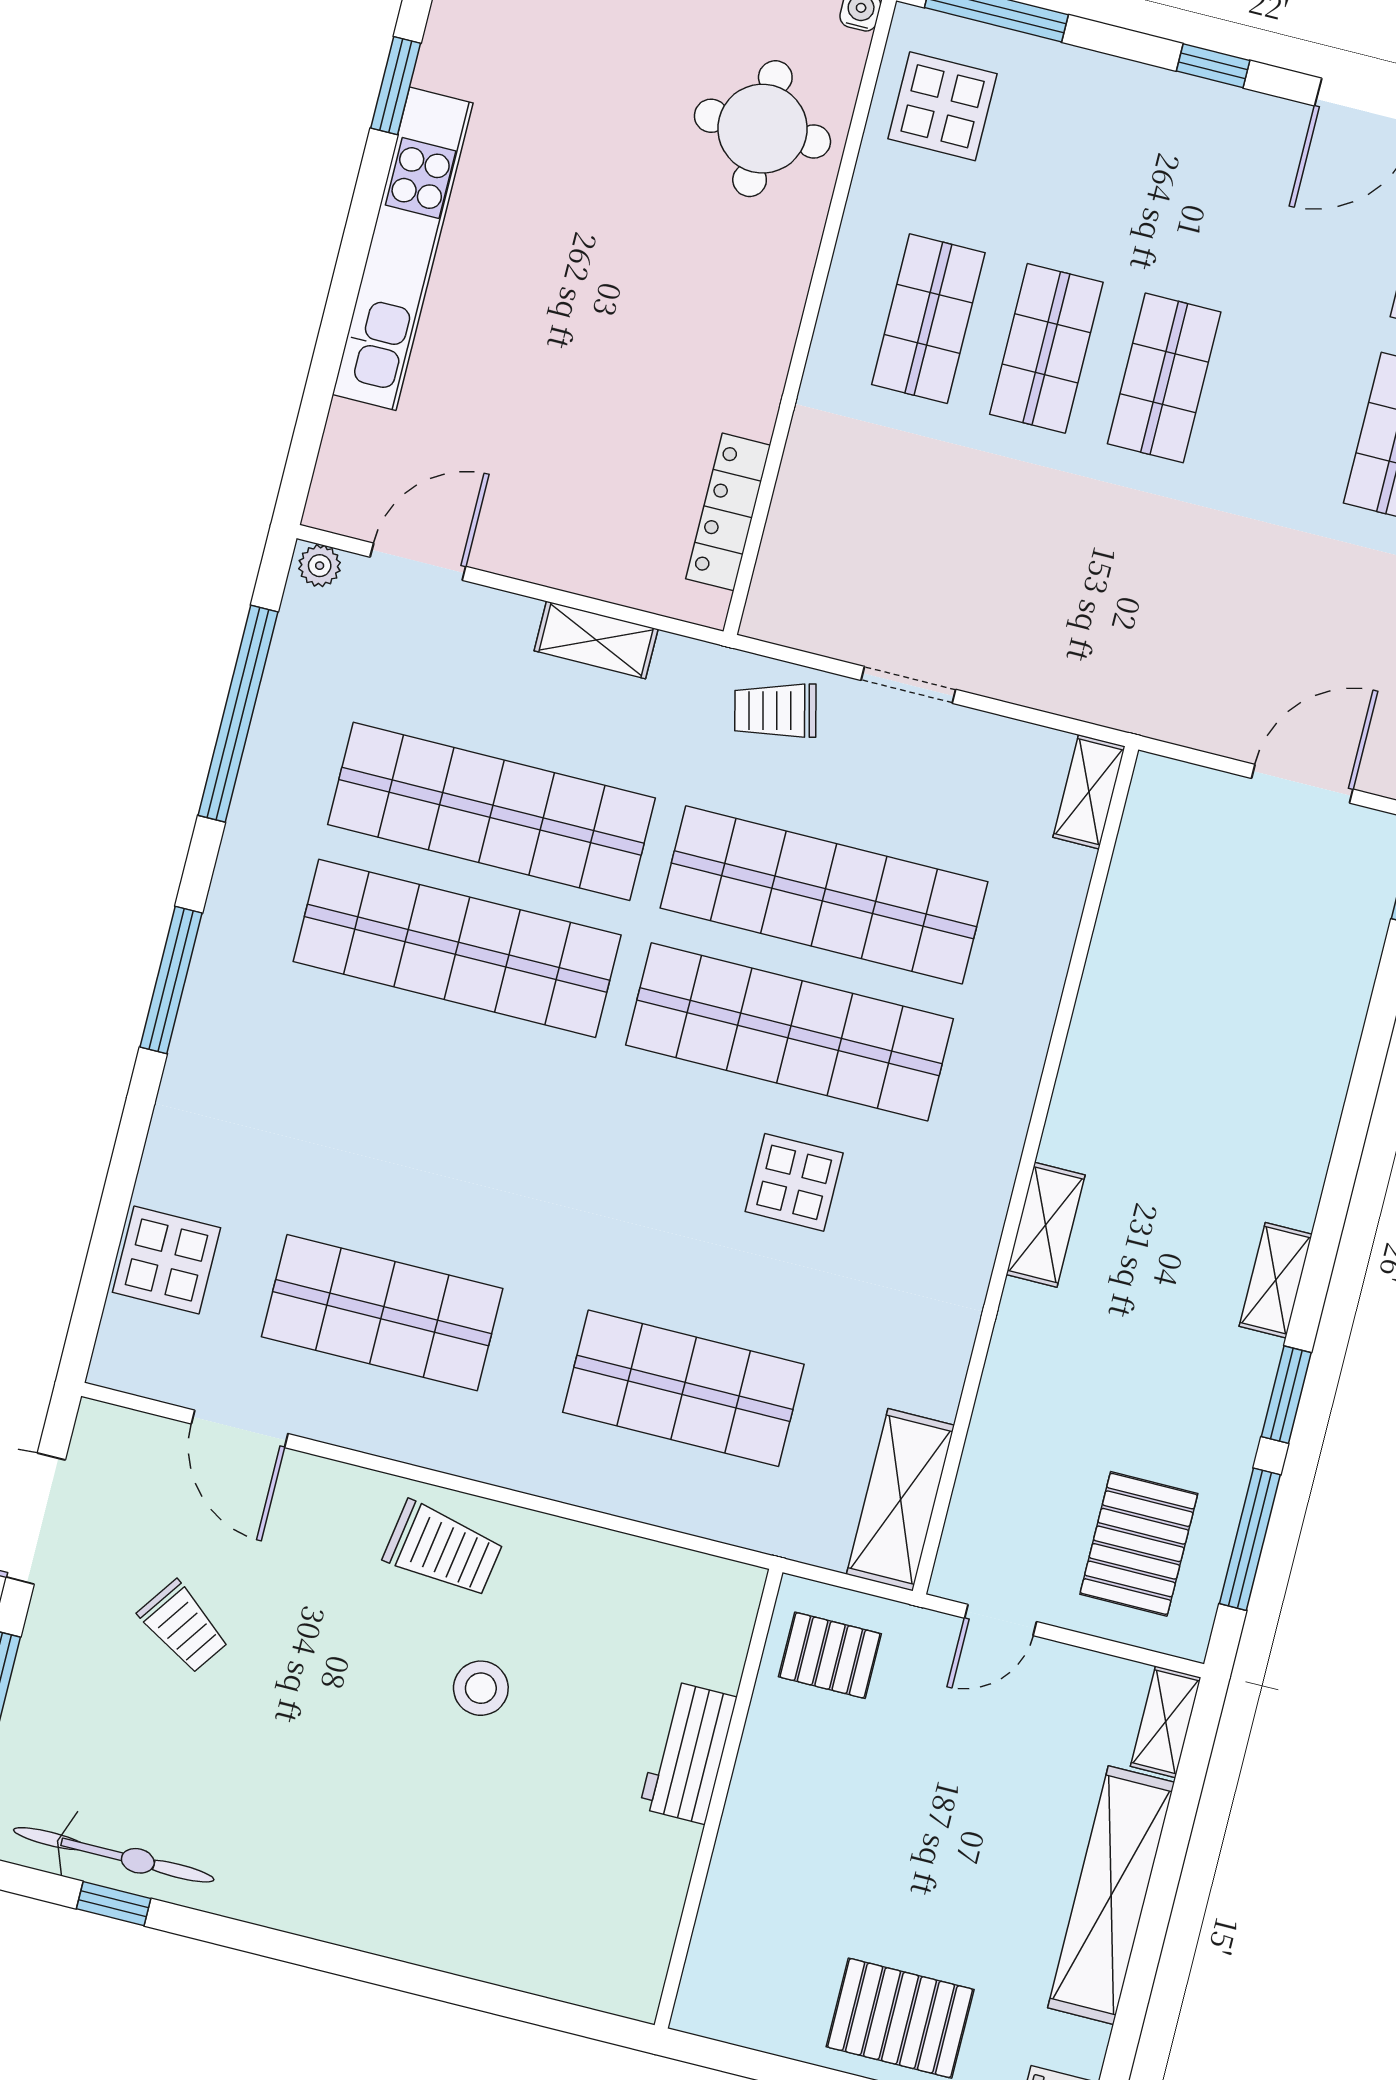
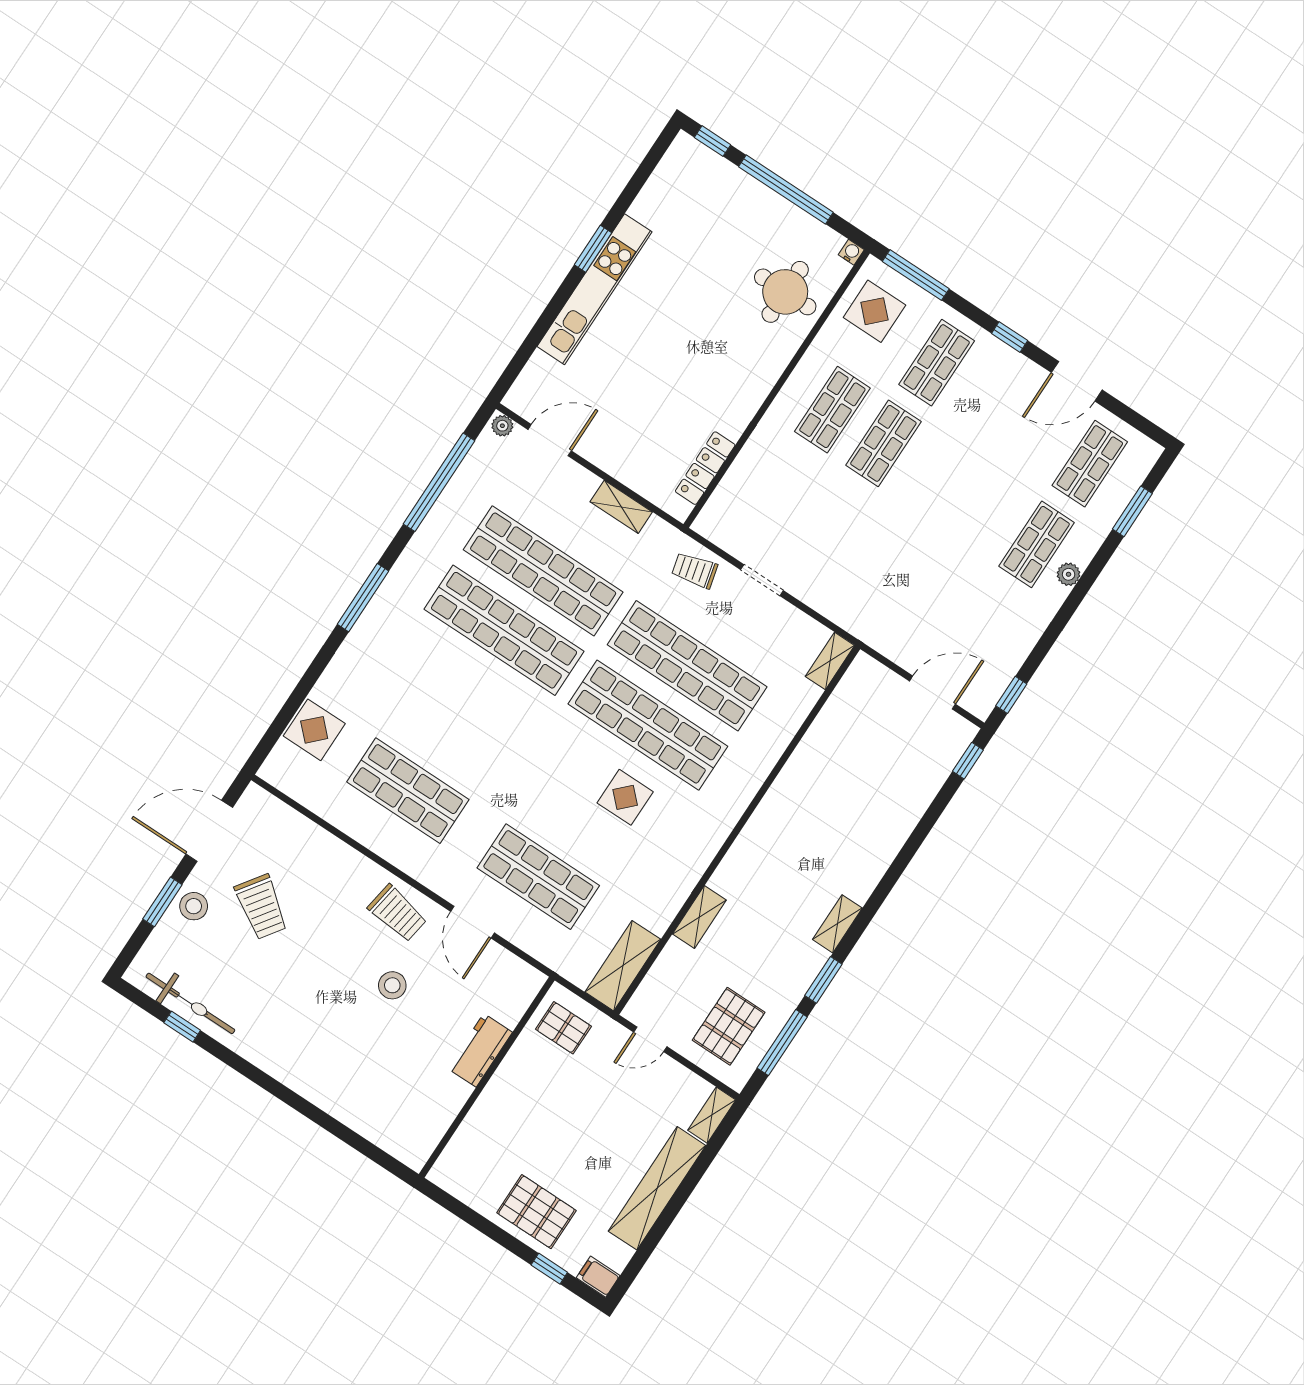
window: (396, 86) -> (593, 249), moved
shop shelf: (1164, 378) -> (937, 363), moved
shelving: (1046, 1225) -> (699, 917), moved
door: (240, 1429) -> (473, 922), moved
trolley: (183, 1627) -> (261, 907), width x1.36, depth x1.39
stool: (56, 1670) -> (194, 906), added

